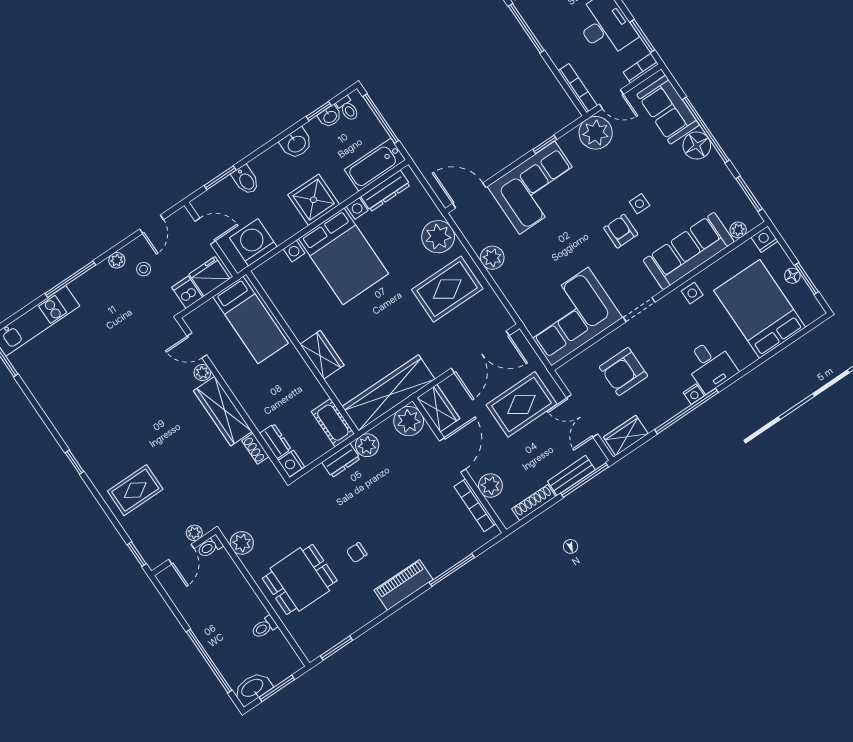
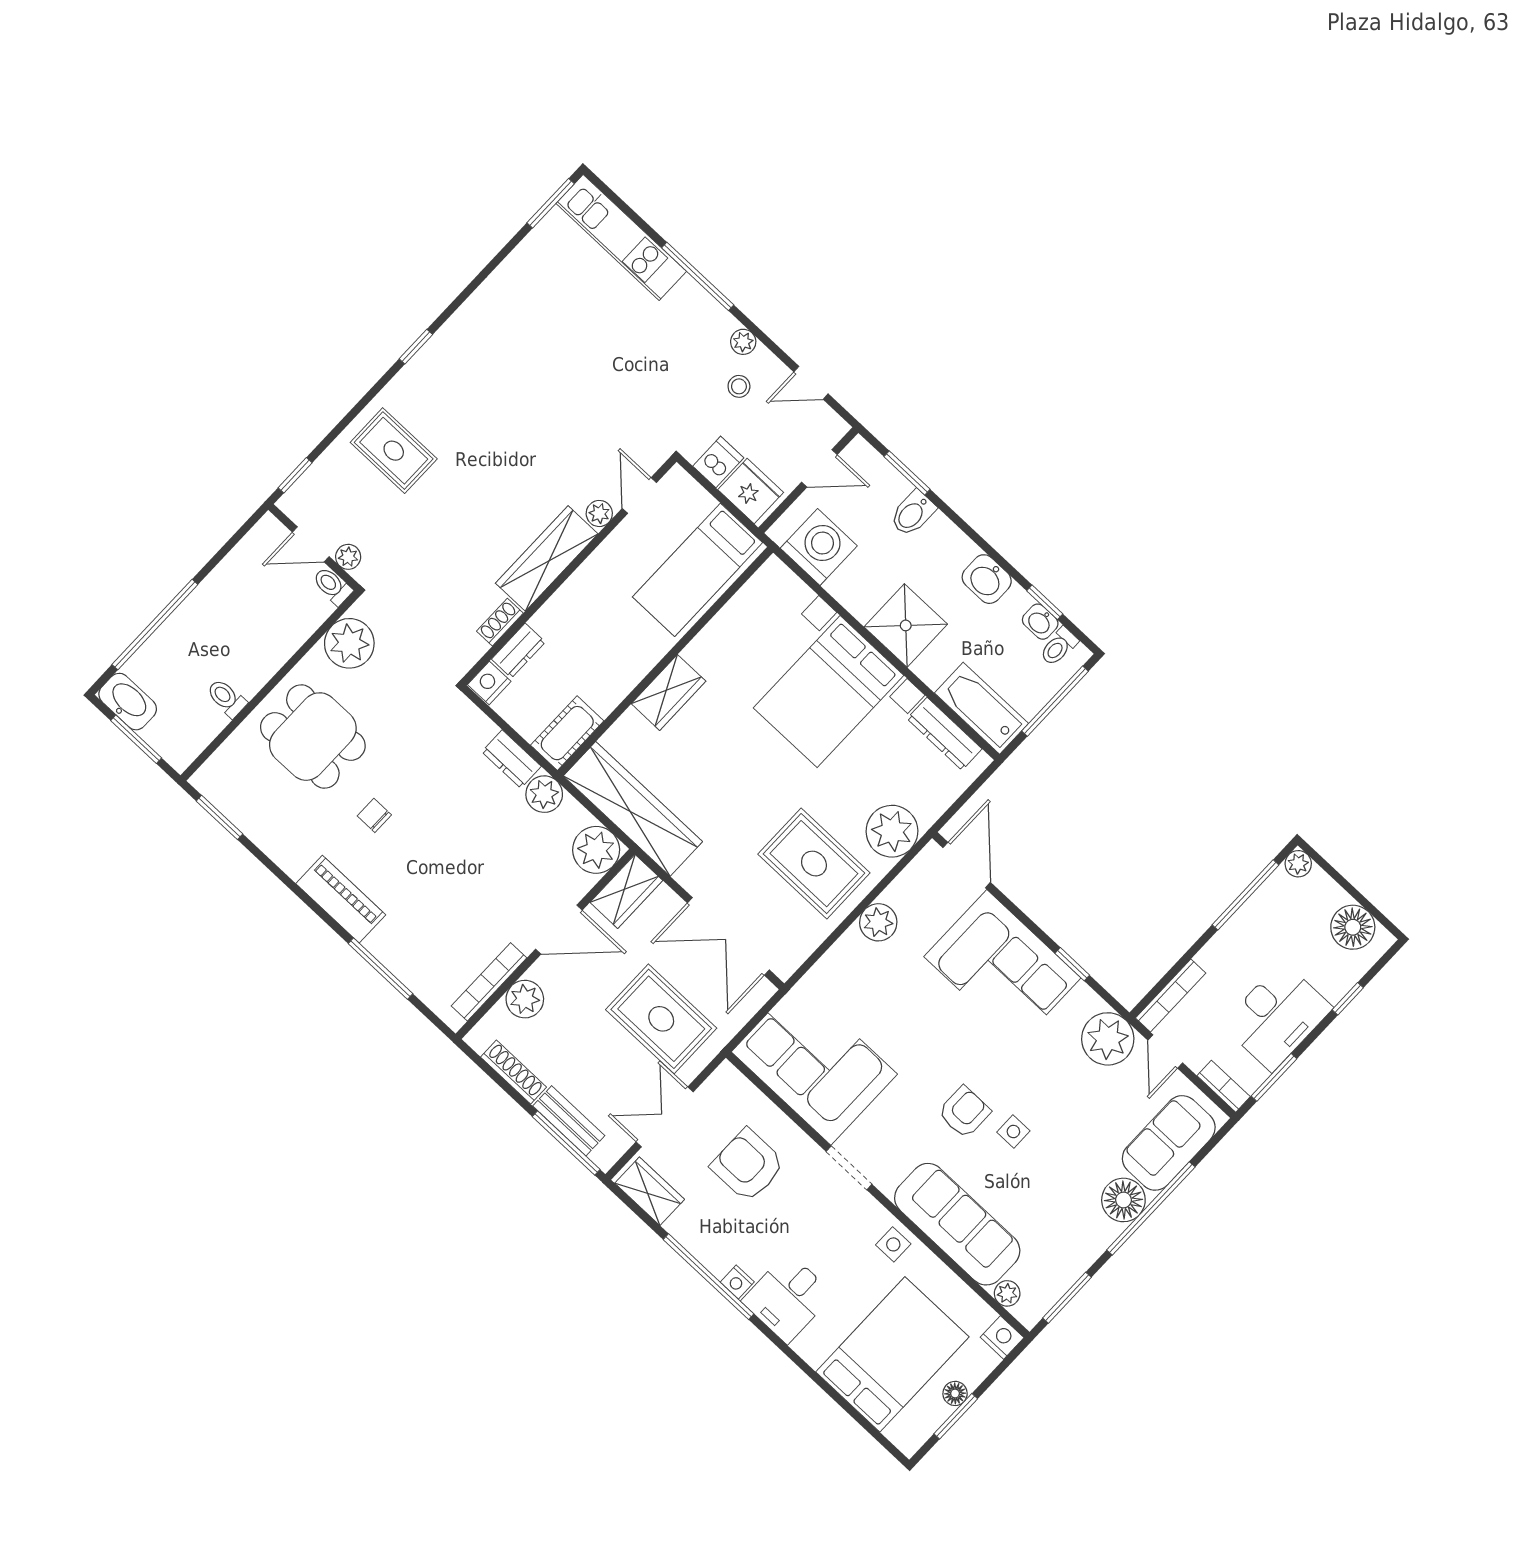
door: (205, 231) -> (819, 468), hinge flipped
plant: (242, 543) -> (349, 643), width x1.36, depth x1.36

